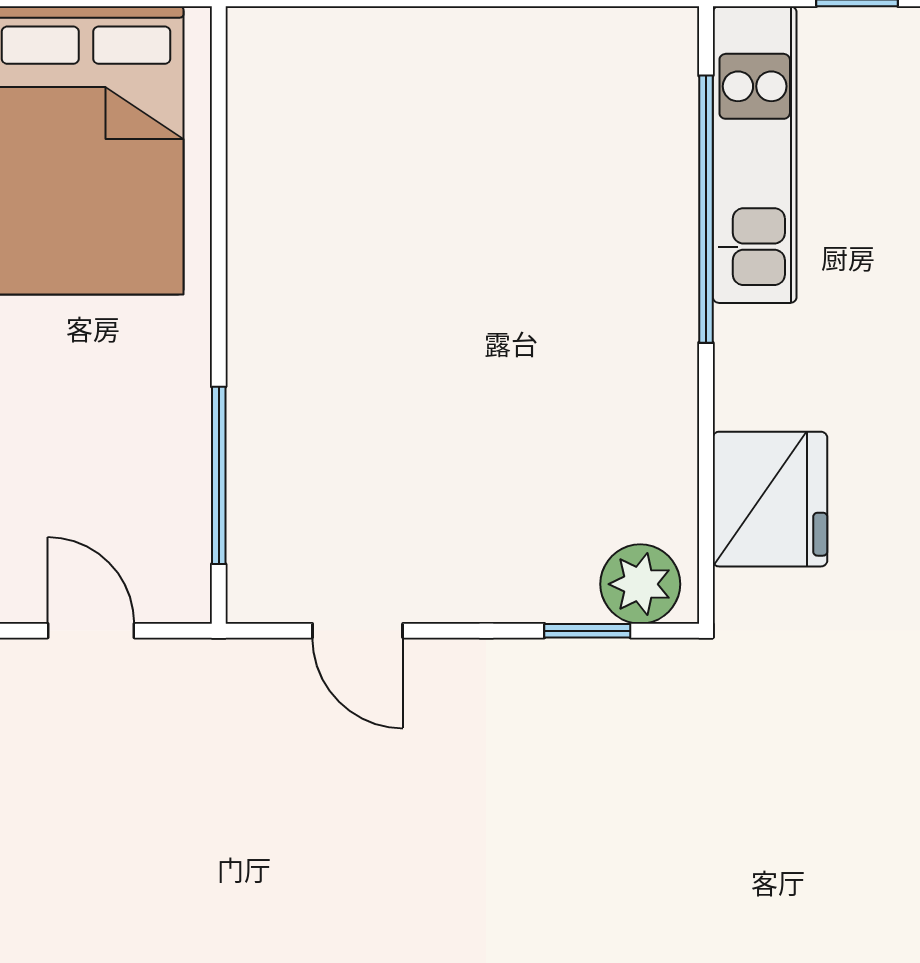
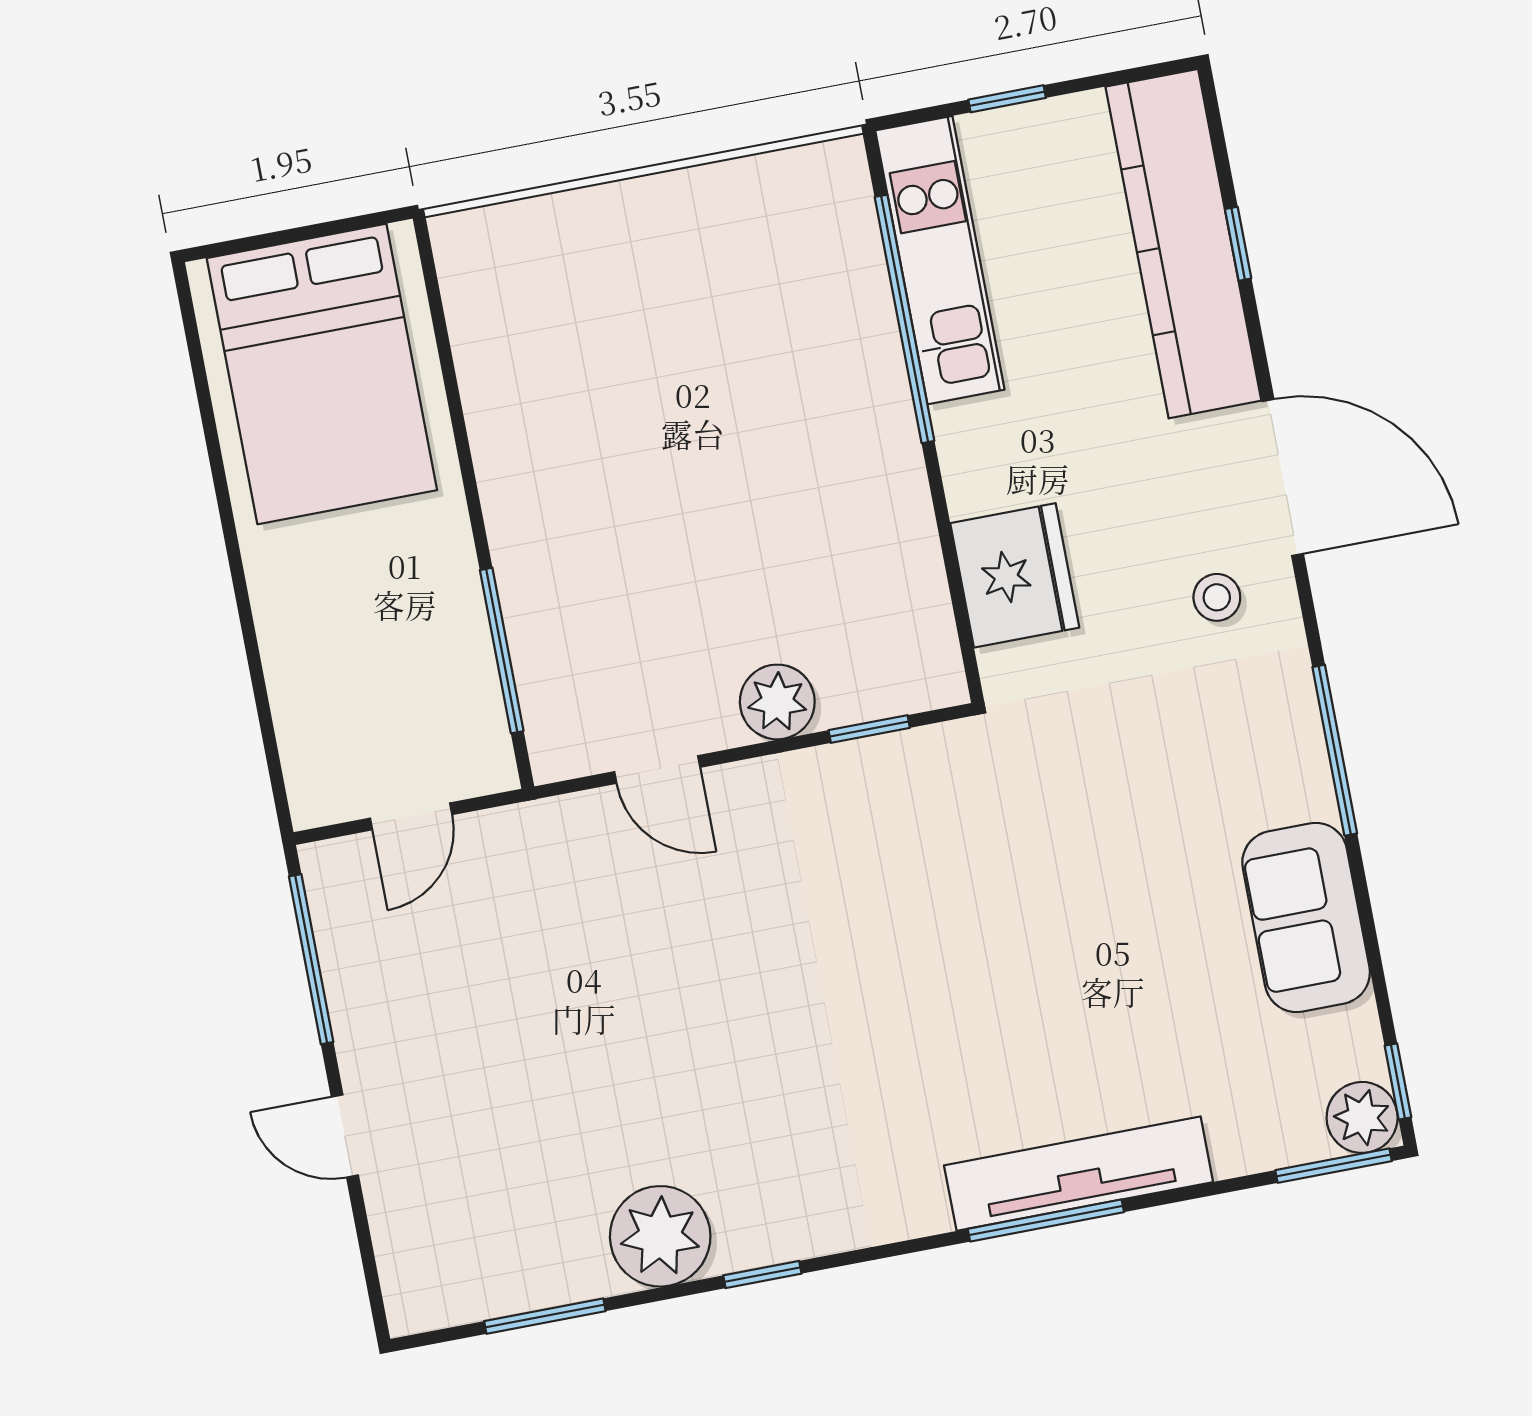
plant: (640, 584) -> (777, 702), moved
door: (91, 631) -> (411, 816), swing flipped

